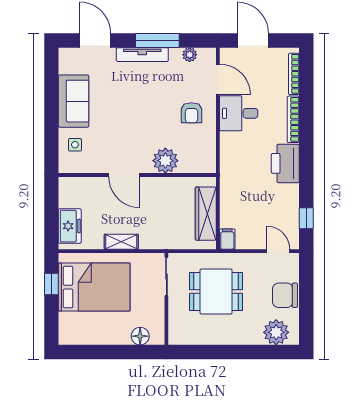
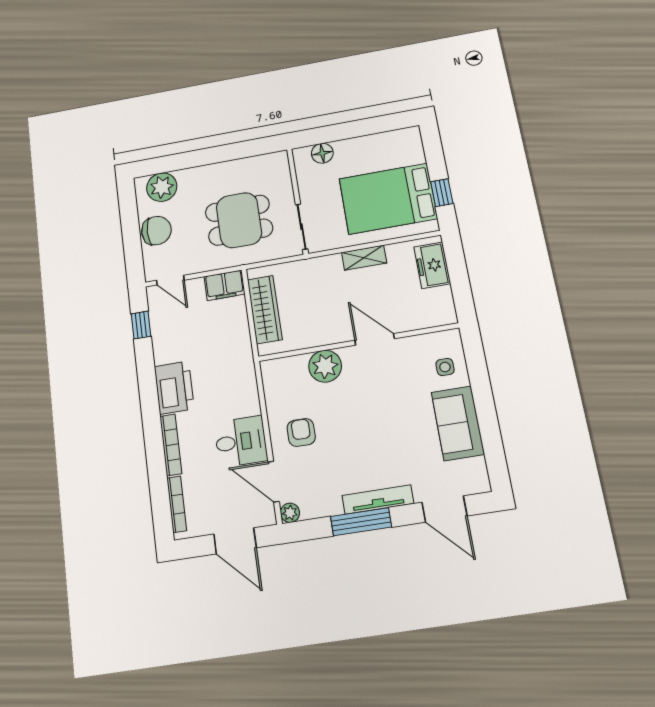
plant: (190, 55) -> (290, 513), moved
filing cabinet: (227, 239) -> (225, 285), width x2.00

